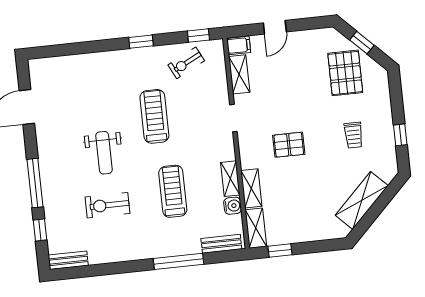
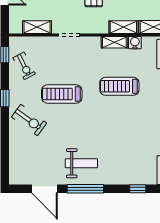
filing cabinet: (239, 45) -> (15, 25), removed
weight bench: (104, 153) -> (81, 163), moved
window: (35, 183) -> (85, 189), moved
exercise bike: (107, 205) -> (29, 120), moved, turned -54

